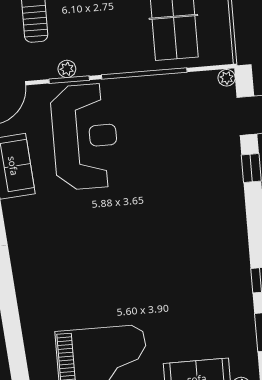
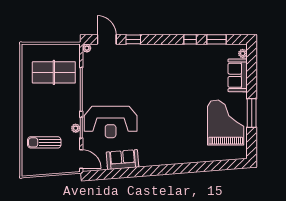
reception desk: (85, 137) -> (111, 122), turned 180

